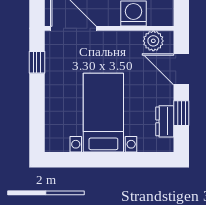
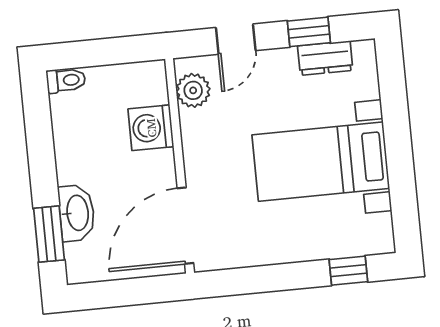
window: (37, 62) -> (348, 271), moved
door: (181, 69) -> (236, 39), width x0.73

